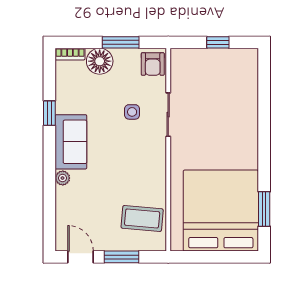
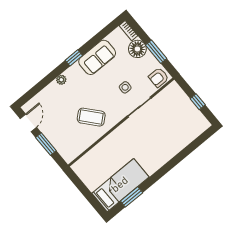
window: (49, 113) -> (74, 58), moved
sofa: (71, 142) -> (97, 57), moved
bed: (221, 211) -> (120, 185), width x0.49
coffee table: (142, 218) -> (91, 117), moved, turned -46

